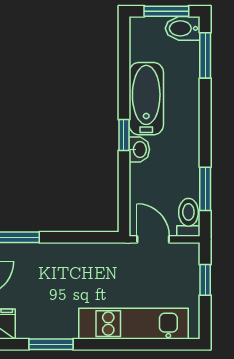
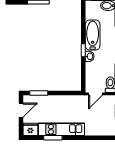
door: (153, 239) -> (96, 94), swing flipped
kitchen unit: (133, 324) -> (61, 129), moved

